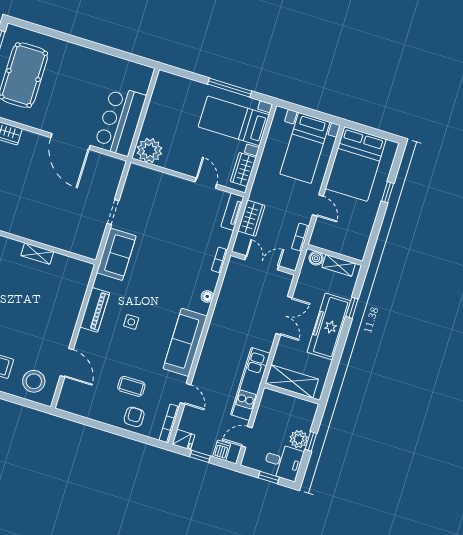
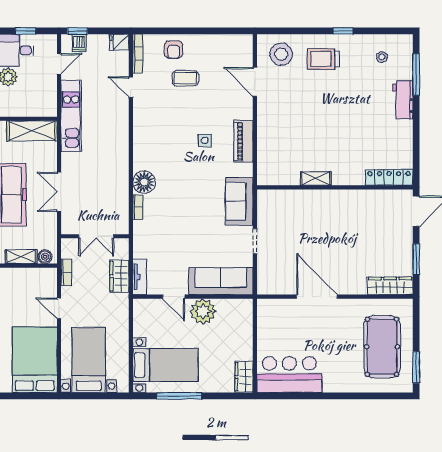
bar counter: (120, 121) -> (289, 375), moved, turned -90
plant: (149, 150) -> (203, 311), moved
wardrobe: (243, 170) -> (244, 377), moved, turned 180
bookcase: (220, 260) -> (138, 207), moved
floor lamp: (207, 296) -> (144, 182), width x1.89, depth x1.89
sofa: (185, 342) -> (221, 281), moved, turned -90
window: (200, 456) -> (77, 31), moved

